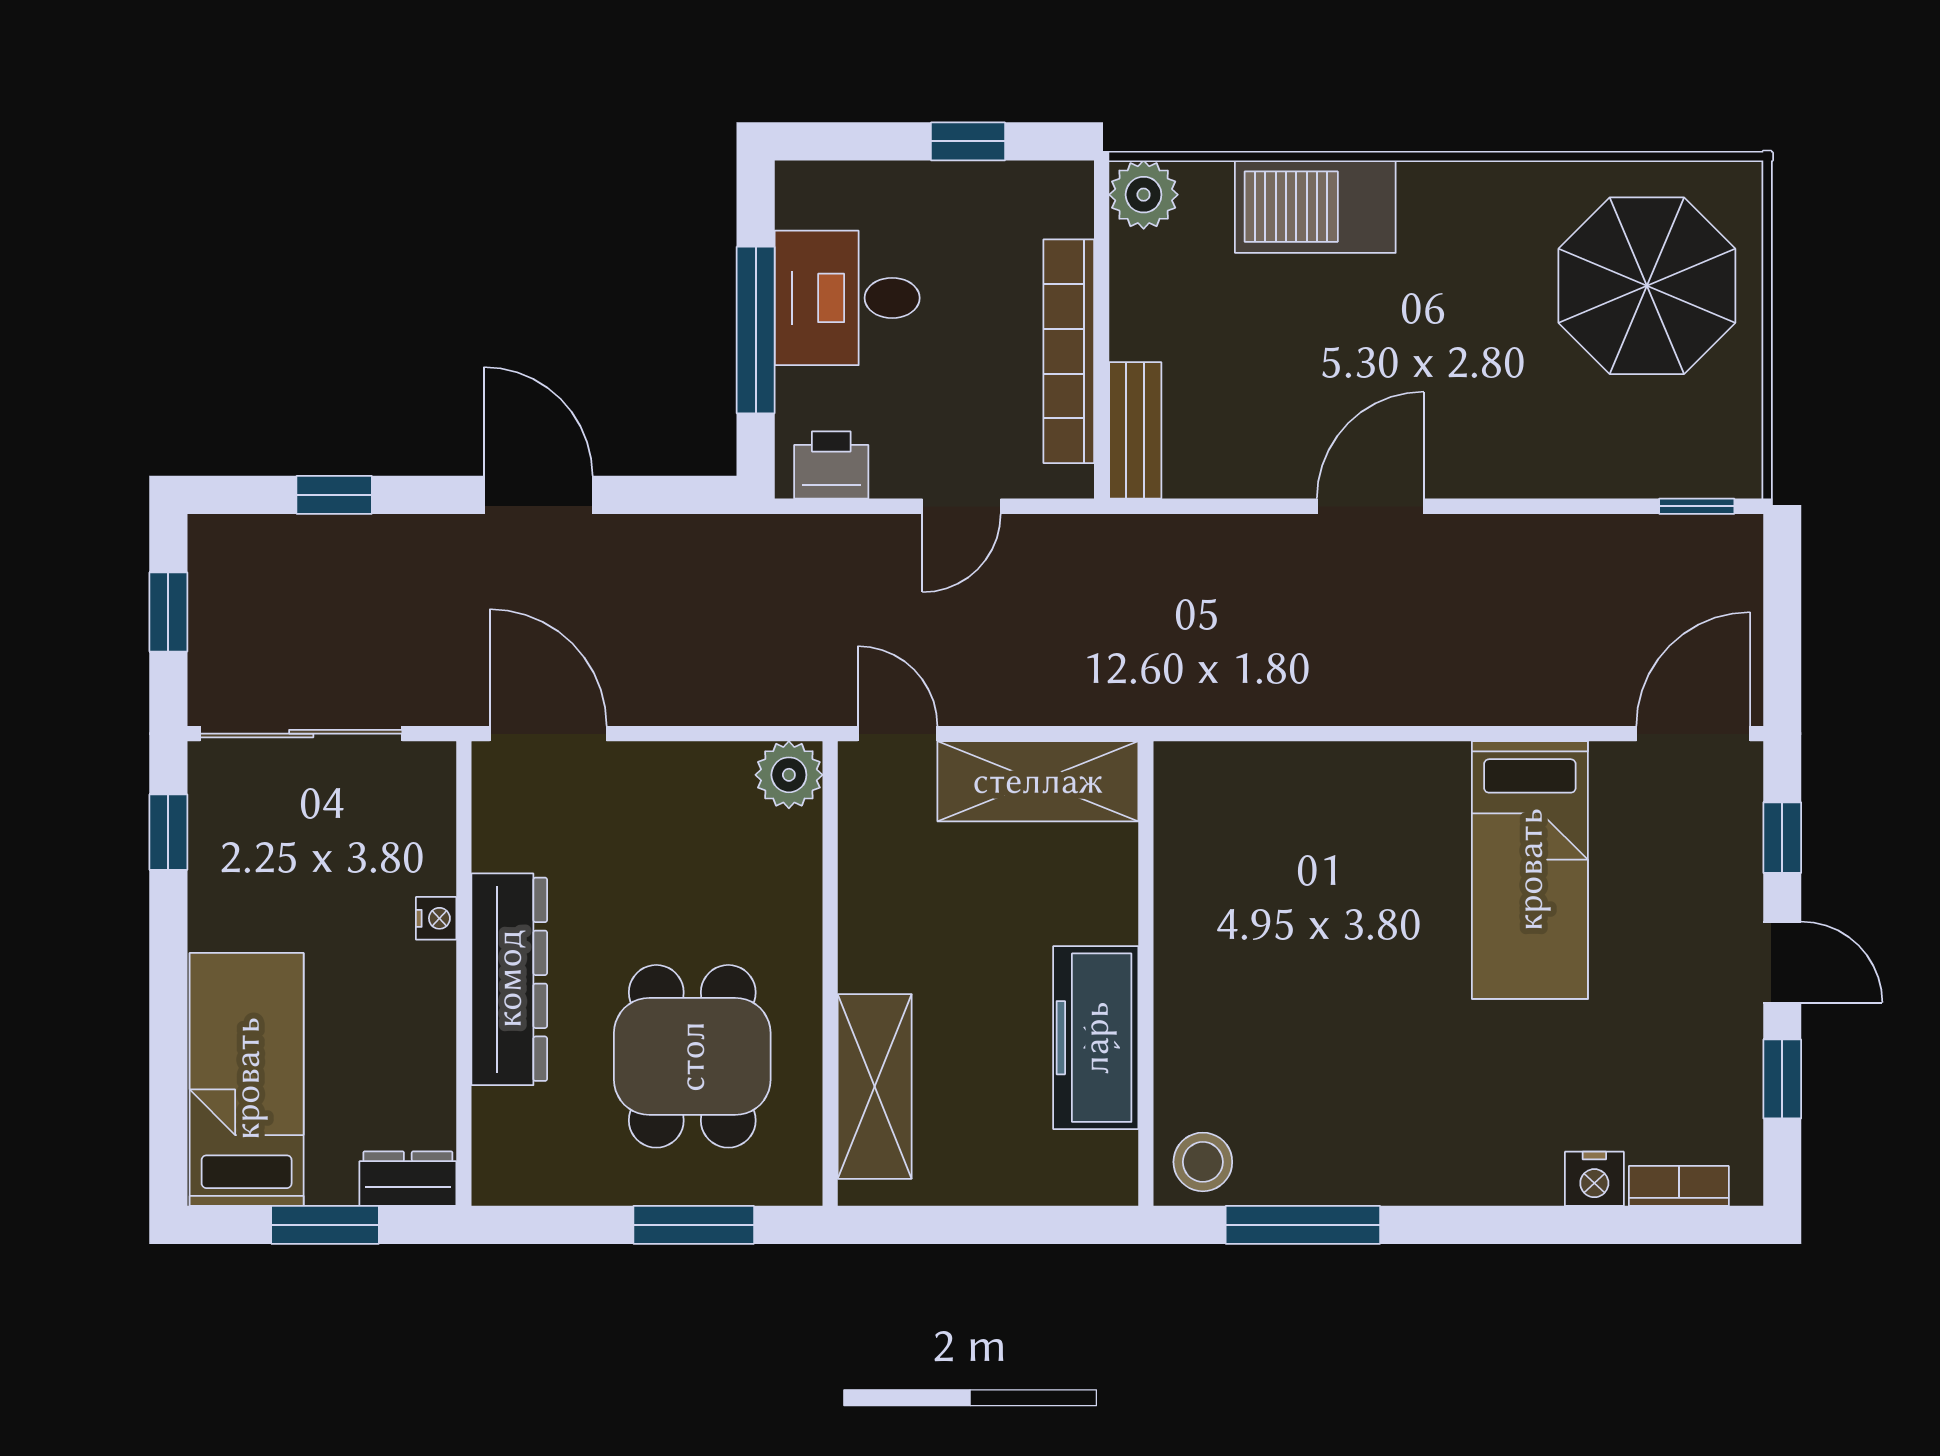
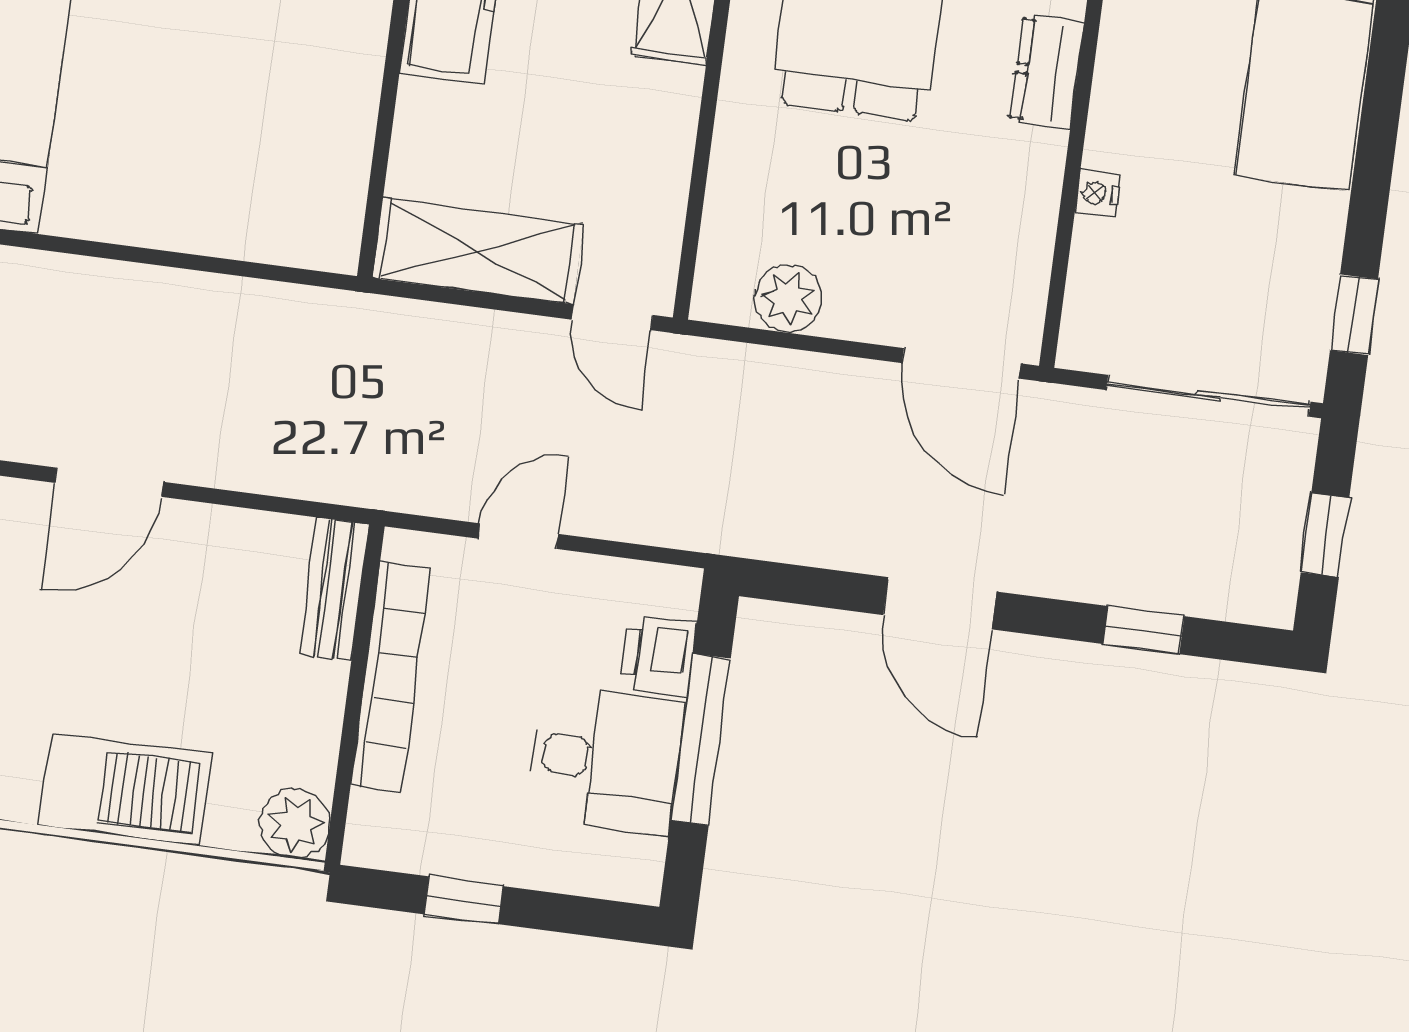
printer: (831, 465) -> (658, 655), moved, turned 90
plant: (789, 775) -> (788, 299), moved
dresser: (509, 979) -> (1047, 72), width x0.51, depth x0.80

